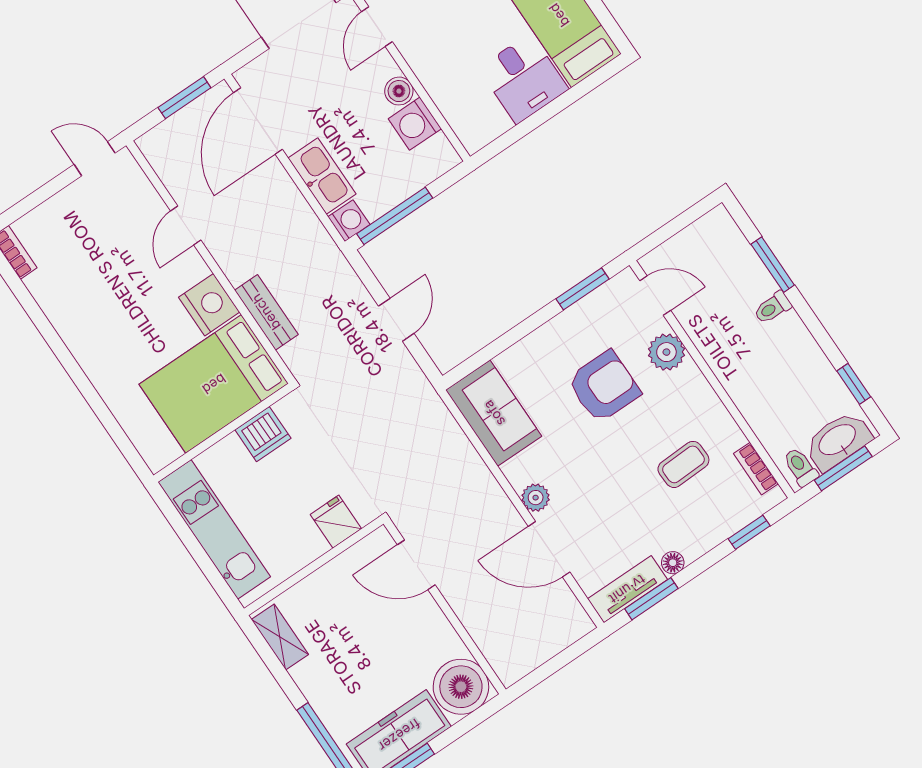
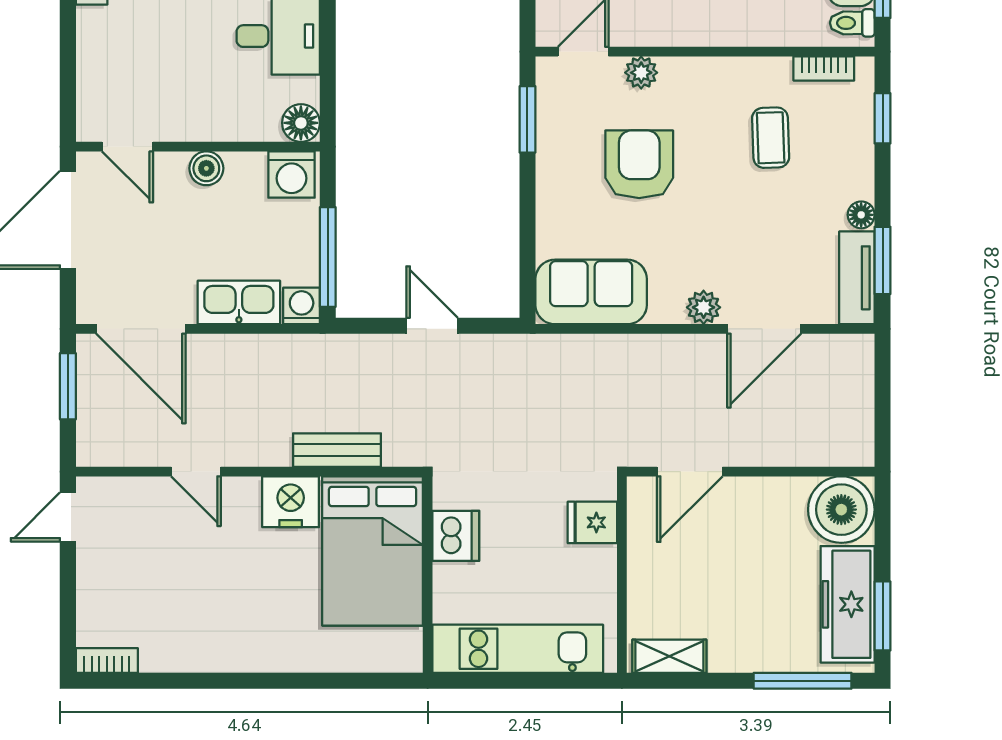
washing machine: (415, 124) -> (291, 175), moved
floor lamp: (474, 135) -> (301, 123), added
plant: (666, 352) -> (641, 73), width x0.73, depth x0.73

